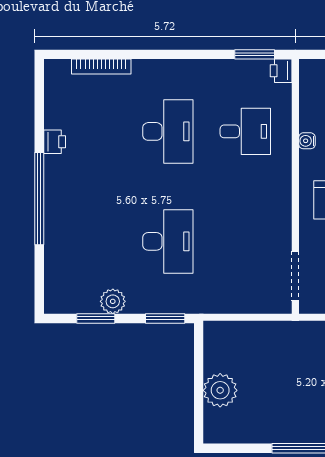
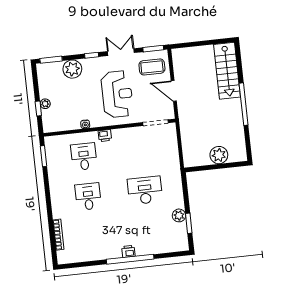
printer: (281, 71) -> (105, 136), moved
desk: (168, 131) -> (88, 197), width x0.73
printer: (55, 142) -> (128, 251), moved
window: (165, 318) -> (185, 187), removed

